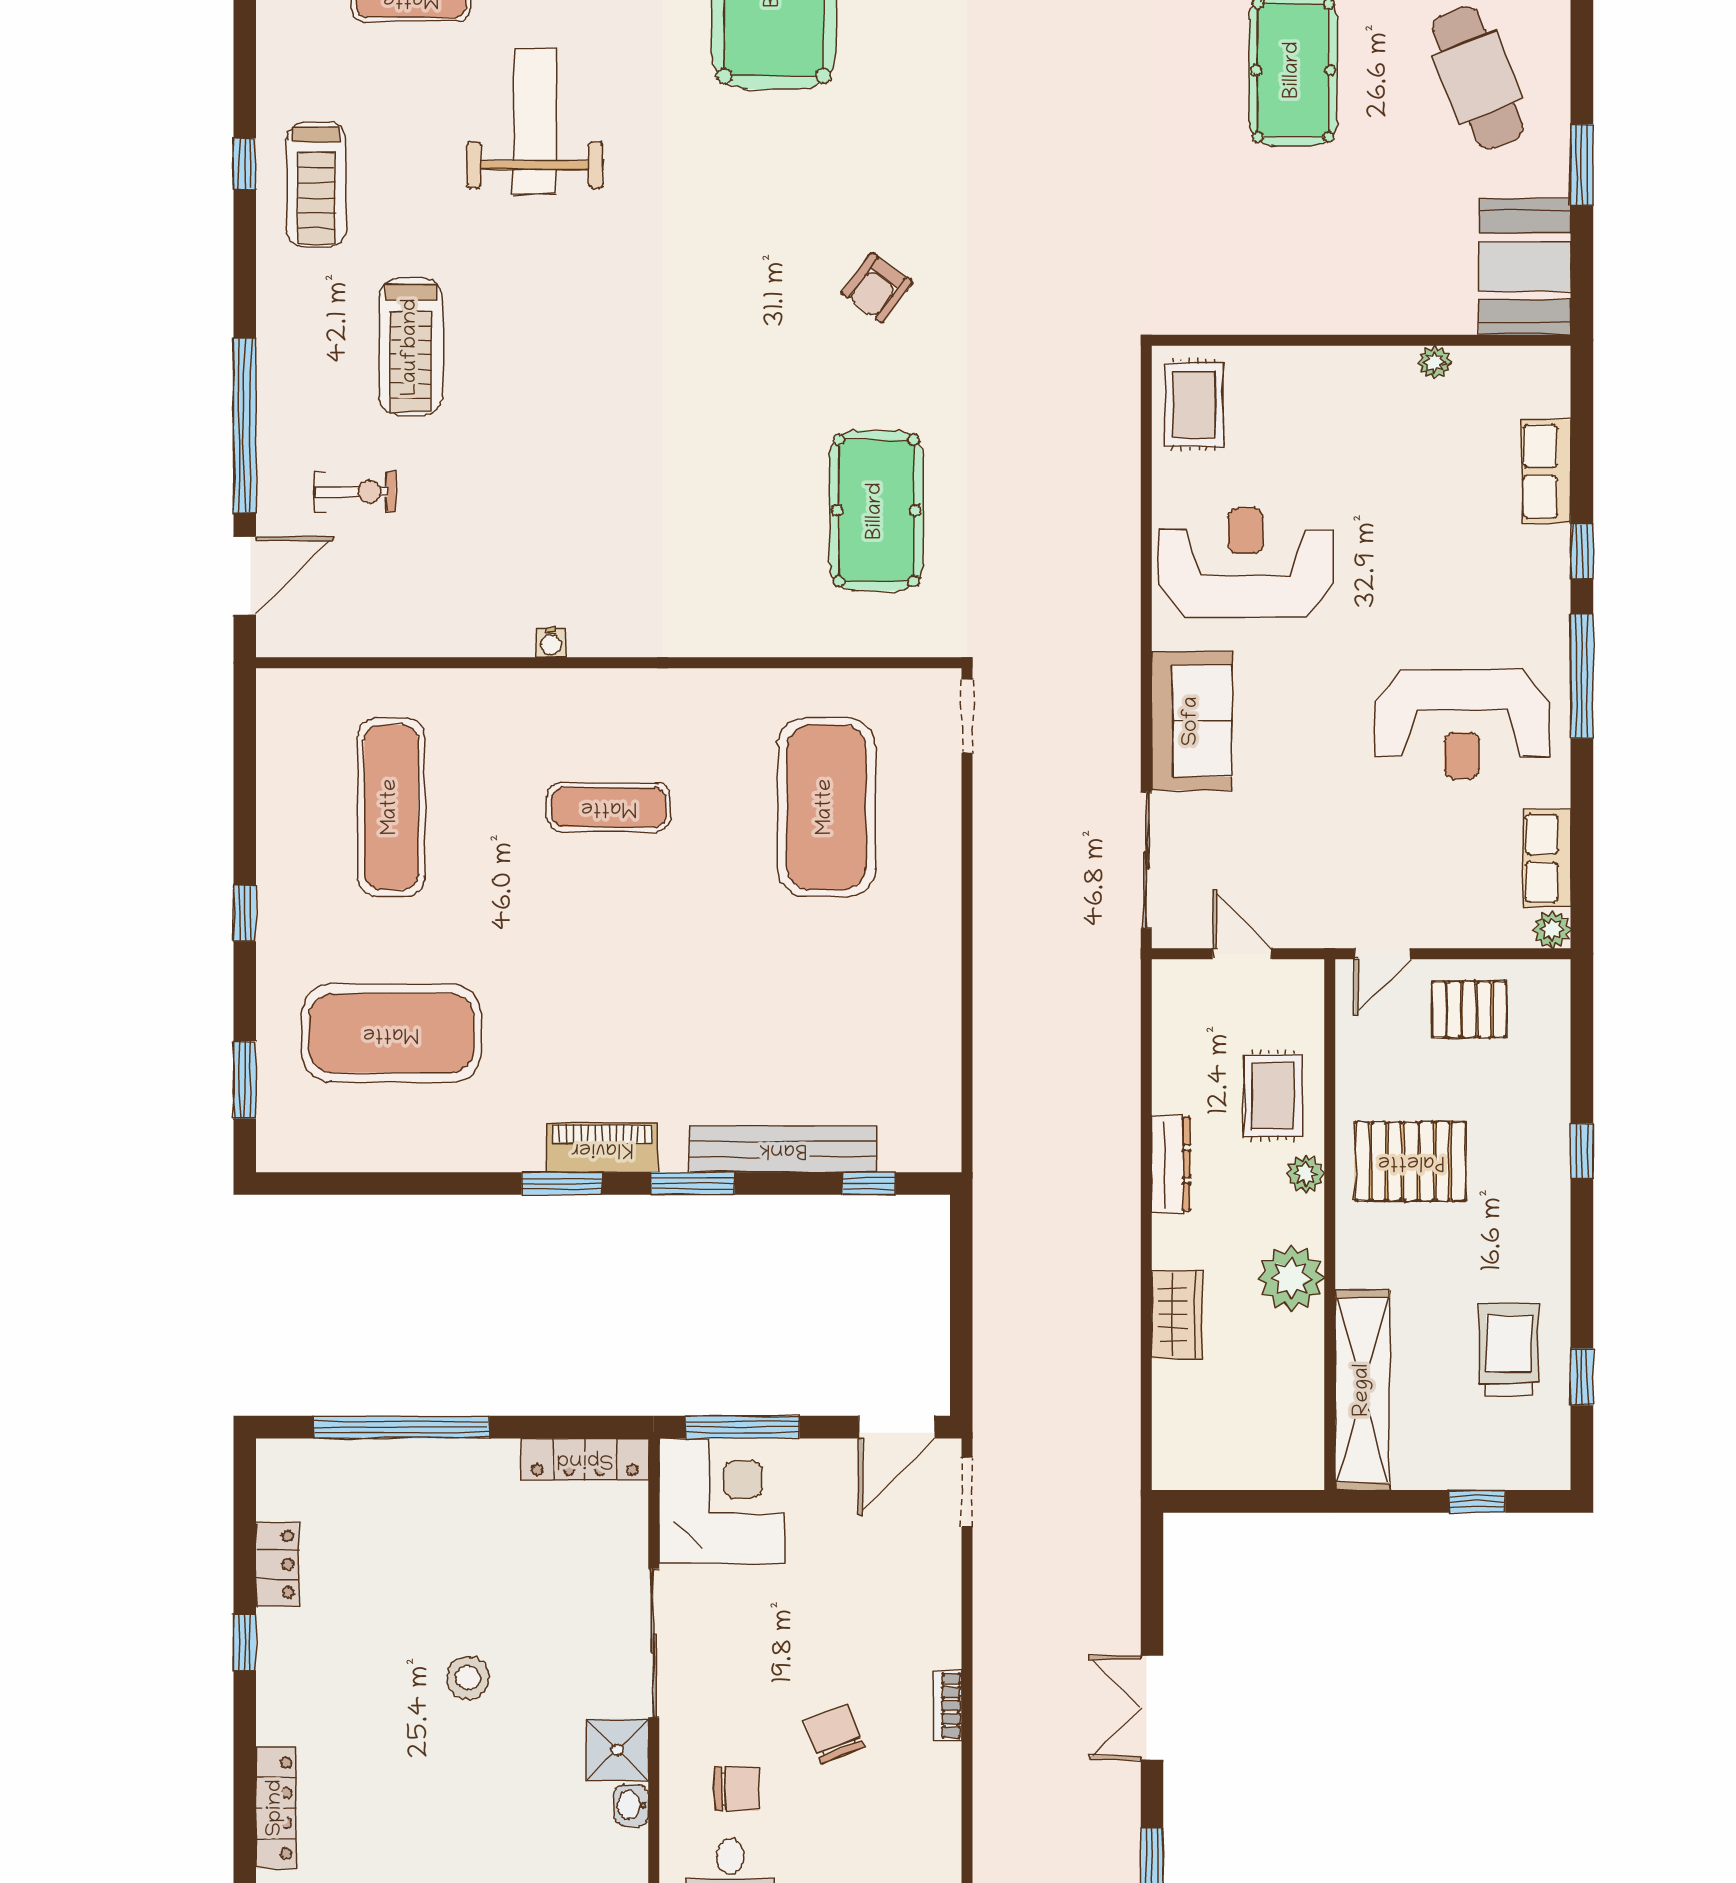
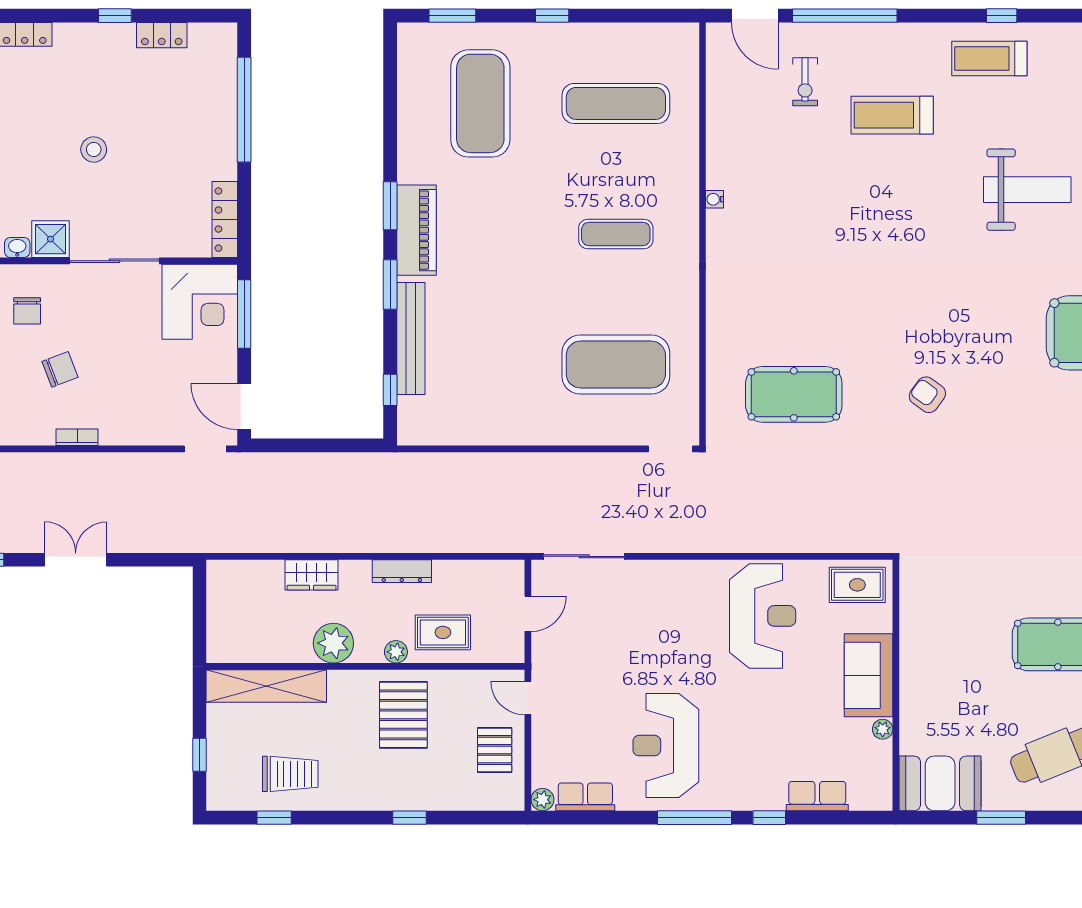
sofa: (1192, 721) -> (869, 675), moved, turned 90
exercise mat: (609, 807) -> (616, 234), turned 90
piano: (602, 1148) -> (417, 230), width x1.37, depth x1.33

